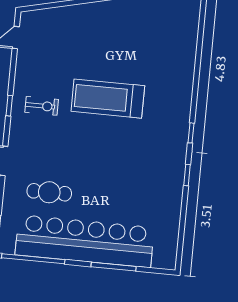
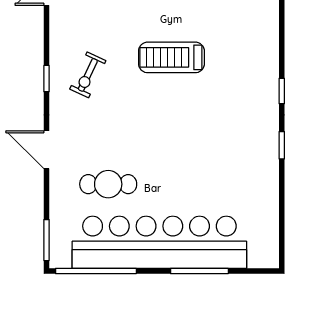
treadmill: (108, 99) -> (171, 57), width x0.73, depth x0.73
exercise bike: (42, 106) -> (88, 75), turned 115

